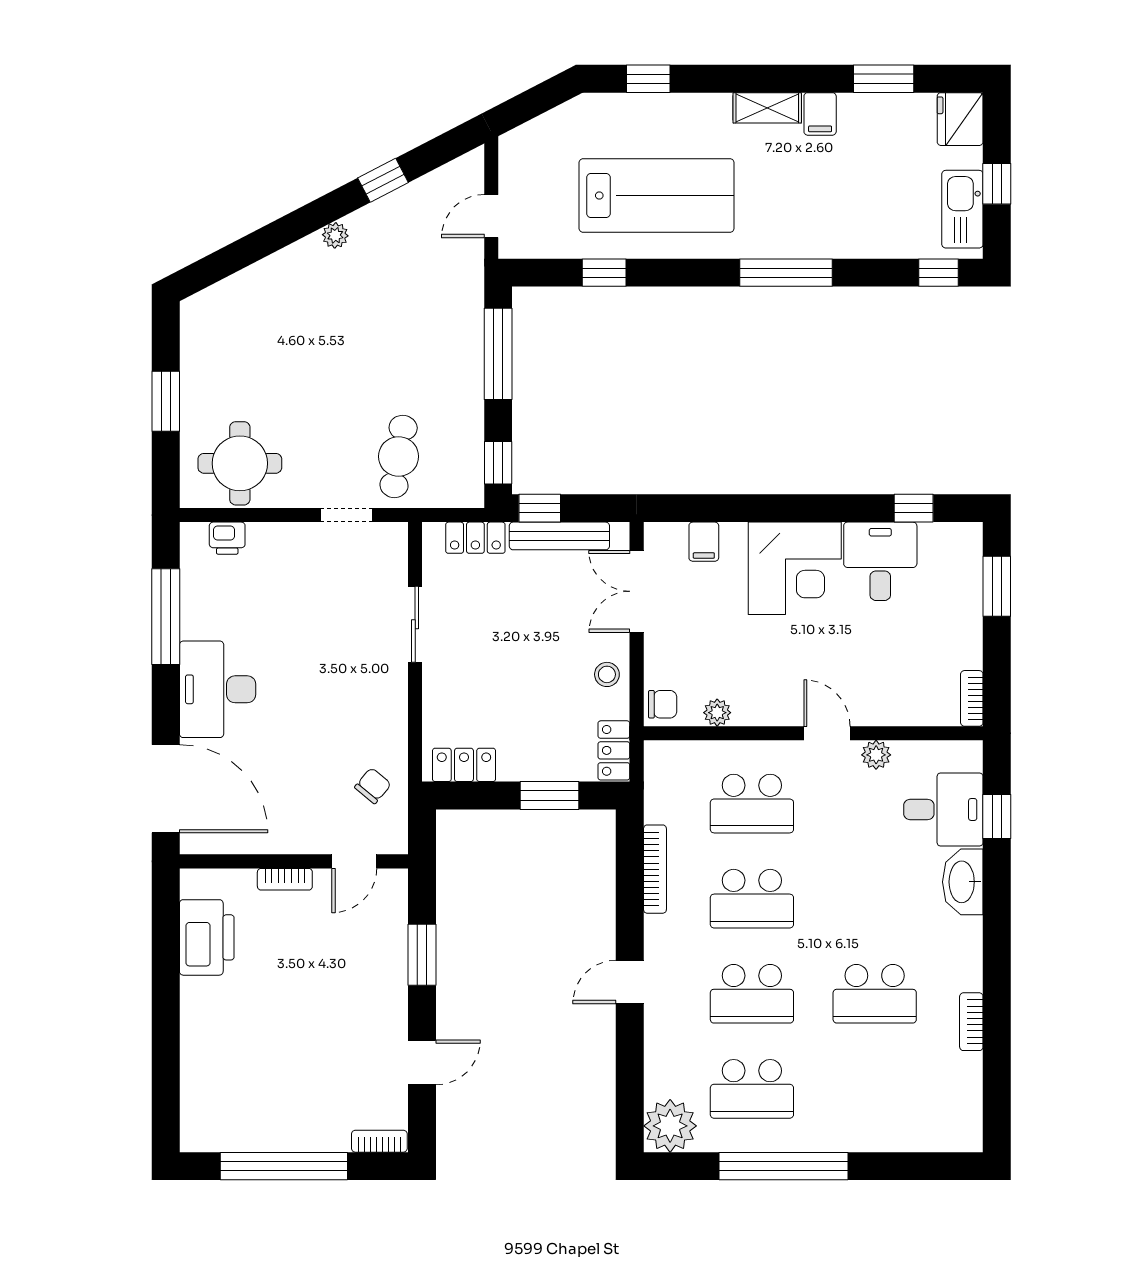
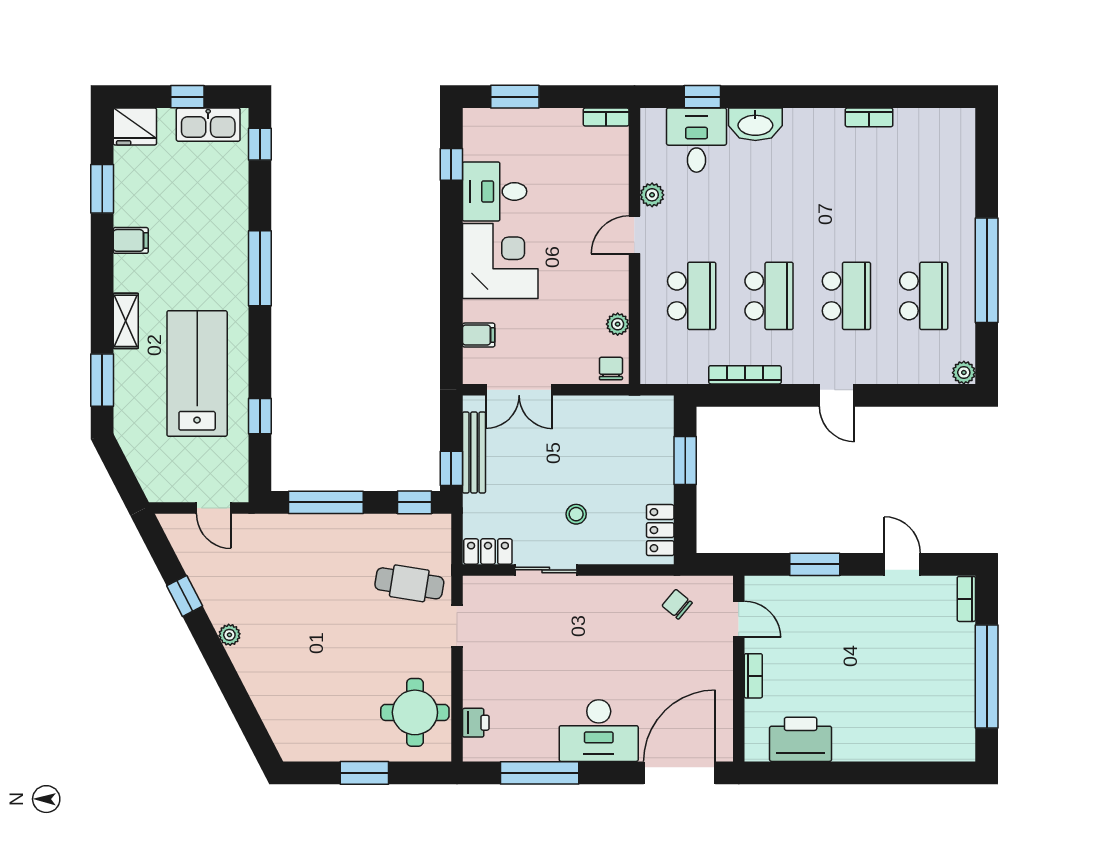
window: (648, 79) -> (102, 380), width x1.50
shelving: (767, 108) -> (126, 321), moved
locker: (475, 538) -> (488, 551), moved, turned -90
stool: (607, 674) -> (576, 514), moved
locker: (614, 750) -> (648, 408), removed
school desk: (875, 994) -> (846, 196), removed
plant: (670, 1126) -> (964, 373), width x0.53, depth x0.53

